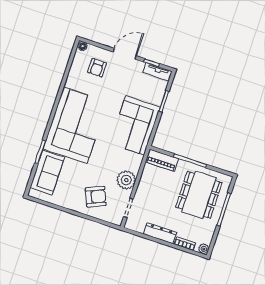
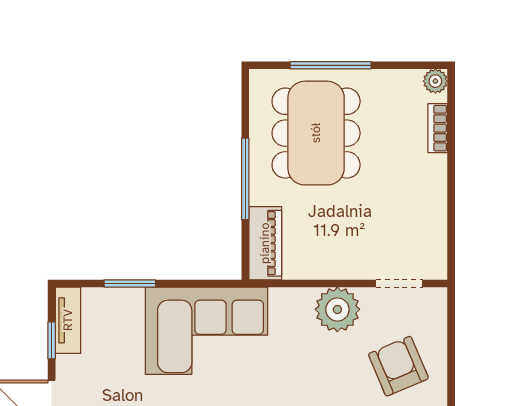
dining table: (199, 195) -> (316, 133), turned 90
dresser: (160, 233) -> (433, 192), removed

